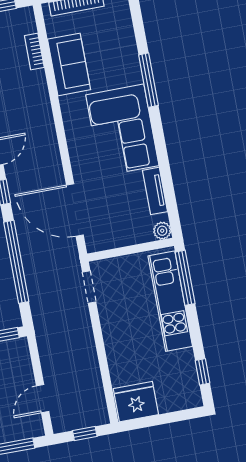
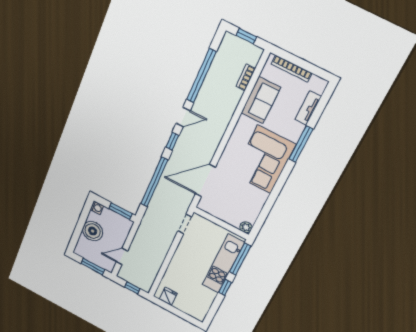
tv unit: (155, 191) -> (308, 108), moved
door: (75, 210) -> (205, 181), hinge flipped
window: (203, 372) -> (225, 287), moved
fridge: (136, 402) -> (168, 296), width x0.53, depth x0.75

